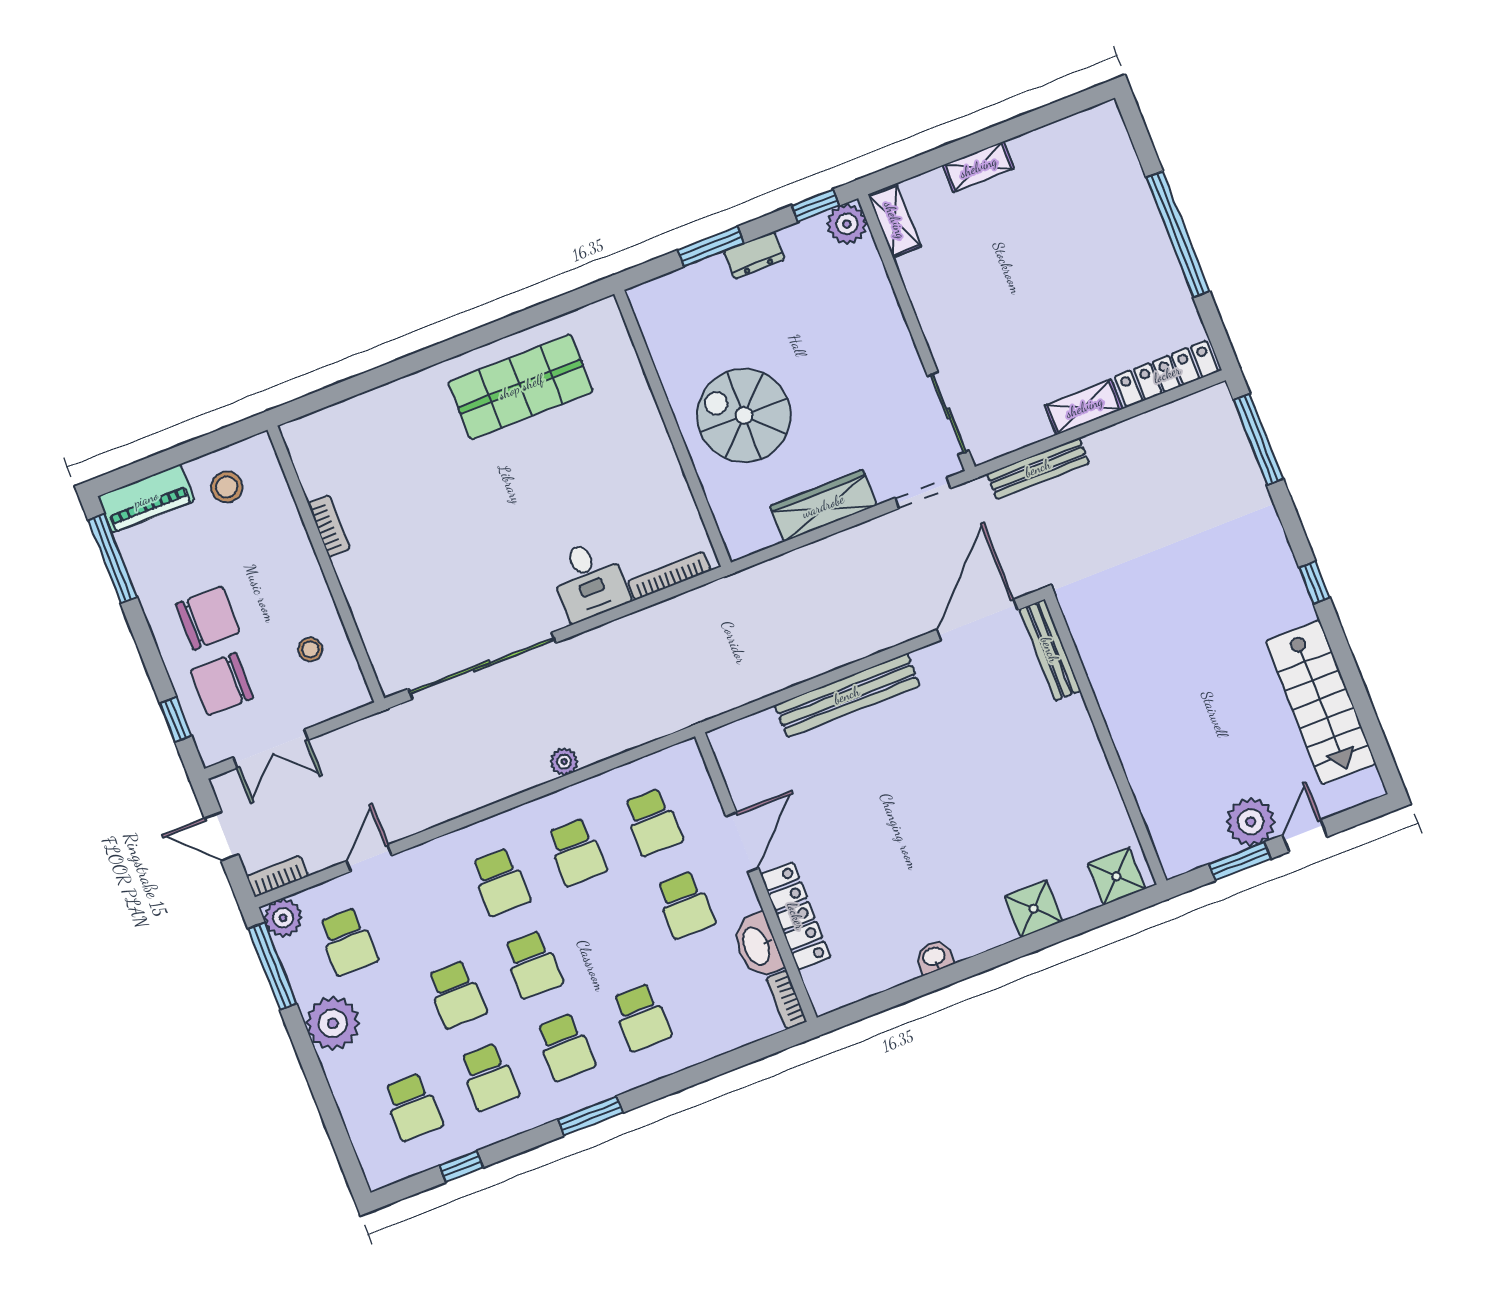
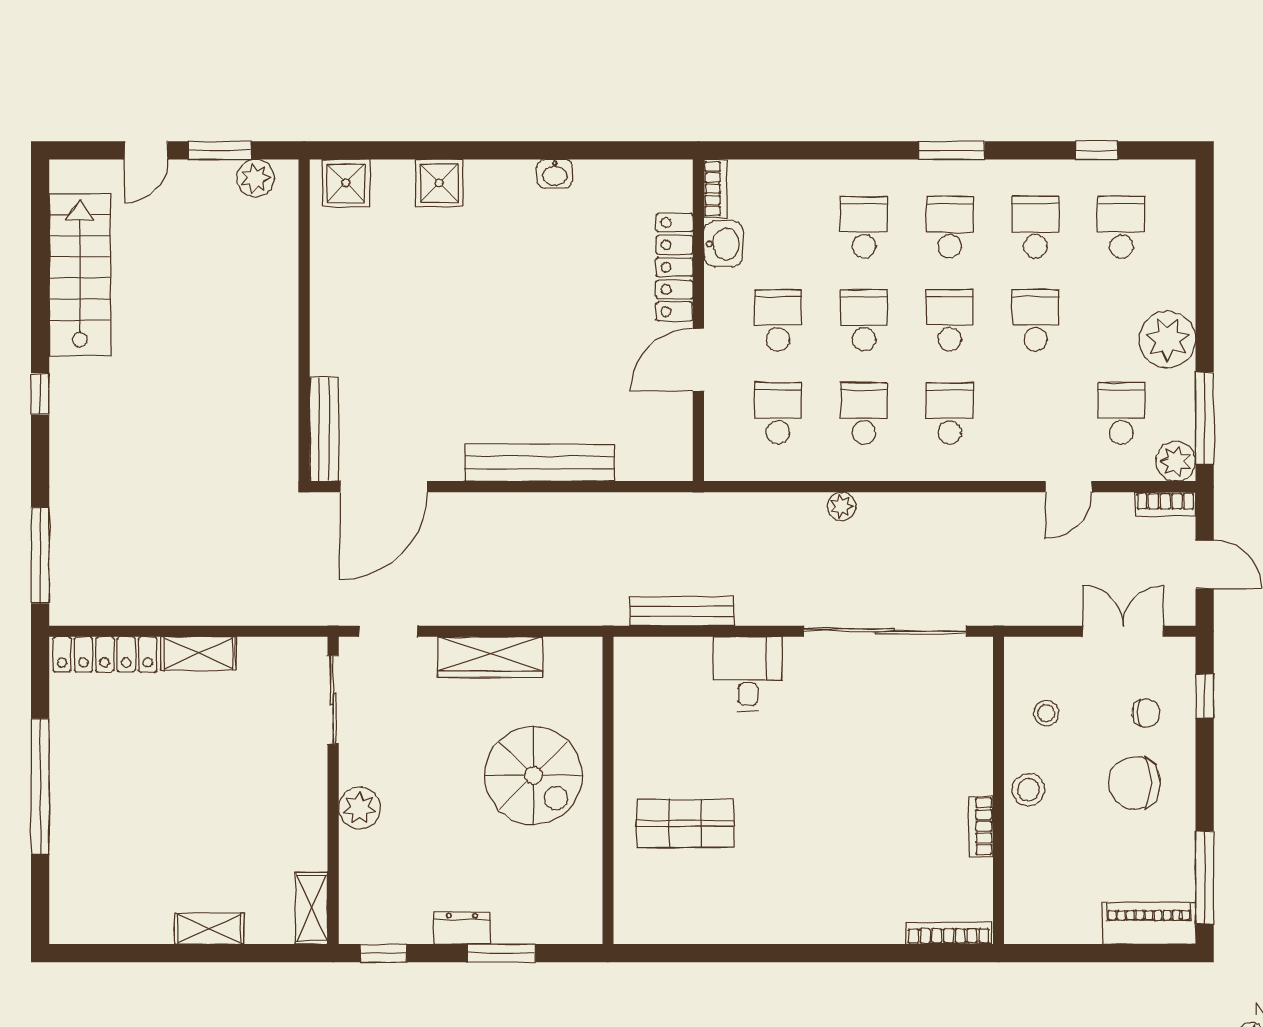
plant: (847, 224) -> (359, 808), moved
shop shelf: (521, 387) -> (685, 823), moved, width x0.70, depth x0.74
bench: (1038, 468) -> (682, 611), moved
stool: (227, 487) -> (1028, 790), moved
bookcase: (669, 576) -> (949, 933), moved, turned 180
chair: (222, 684) -> (1146, 713), width x0.54, depth x0.54
plant: (1251, 822) -> (255, 178), moved, width x0.73, depth x0.73
school desk: (609, 935) -> (864, 320), added
washbasin: (757, 946) -> (723, 244), width x0.72

